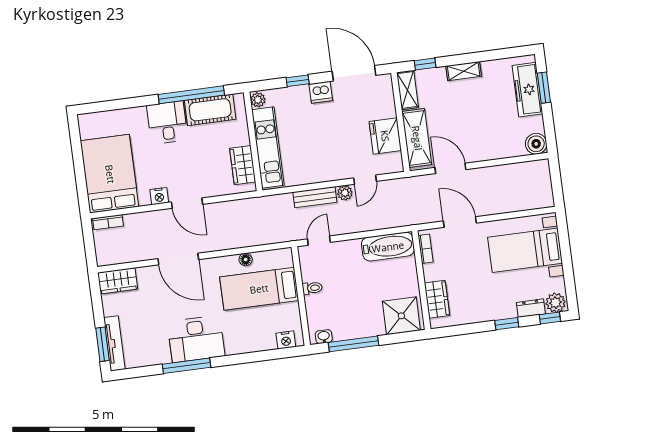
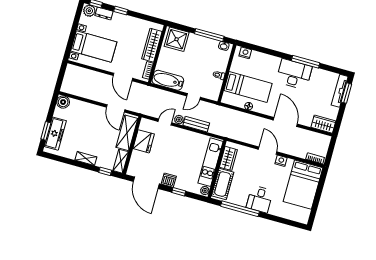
cot: (210, 110) -> (223, 184), moved, turned 90
door: (319, 241) -> (194, 97), moved
wardrobe: (437, 299) -> (152, 45), width x1.50

